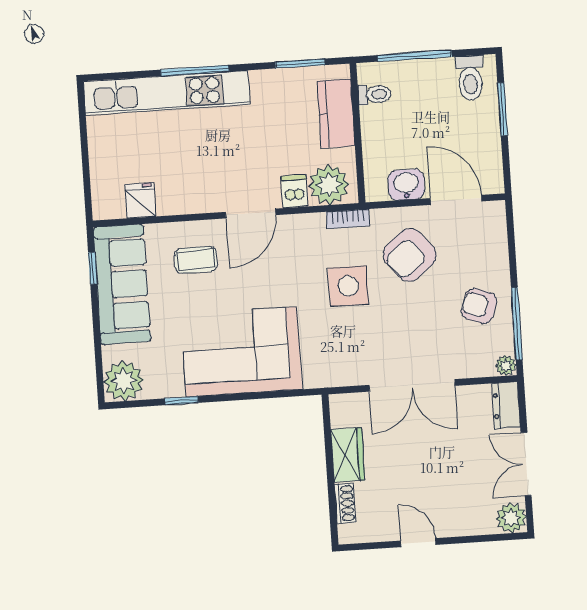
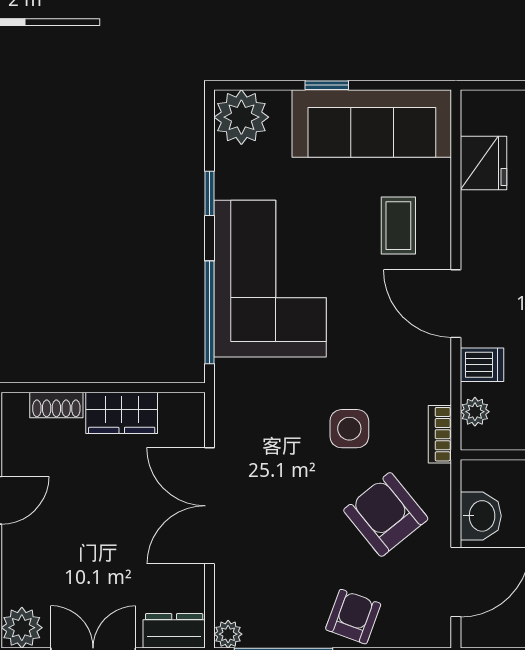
plant: (329, 185) -> (475, 412), width x0.53, depth x0.53
fridge: (140, 200) -> (483, 163), width x1.38
window: (93, 268) -> (327, 85), moved
side table: (348, 286) -> (349, 429), width x0.73, depth x0.73
armchair: (479, 306) -> (353, 617), moved
window: (269, 395) -> (210, 312), added

